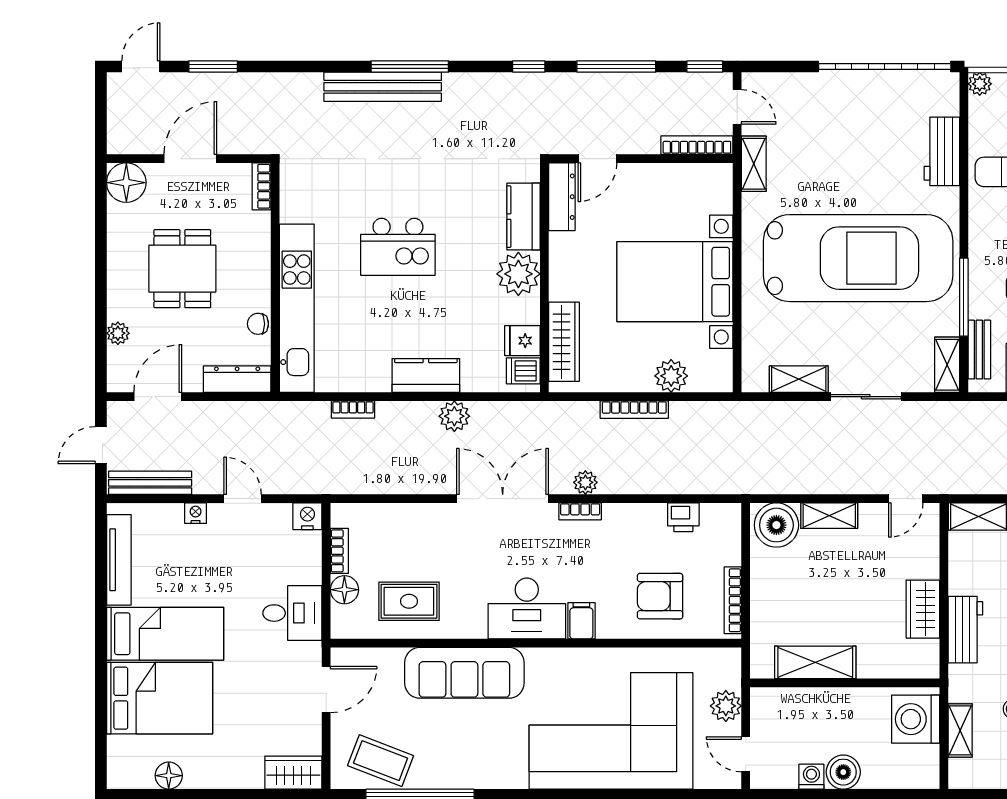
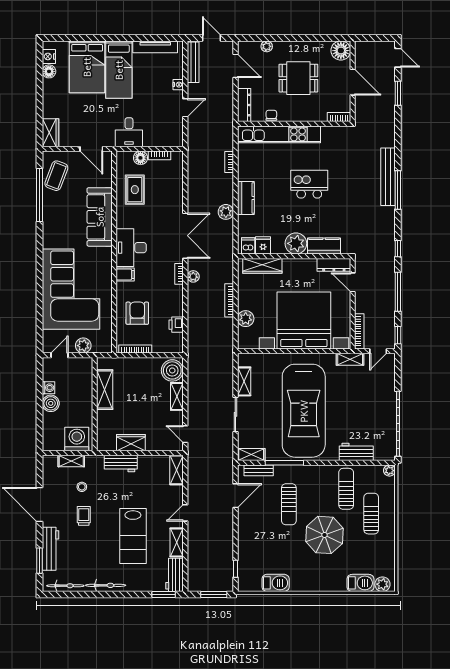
kitchen island: (398, 247) -> (309, 184), turned 90
bed with nightstands: (675, 282) -> (304, 320), width x1.36
nightstand: (307, 516) -> (49, 56), moved, turned 180

